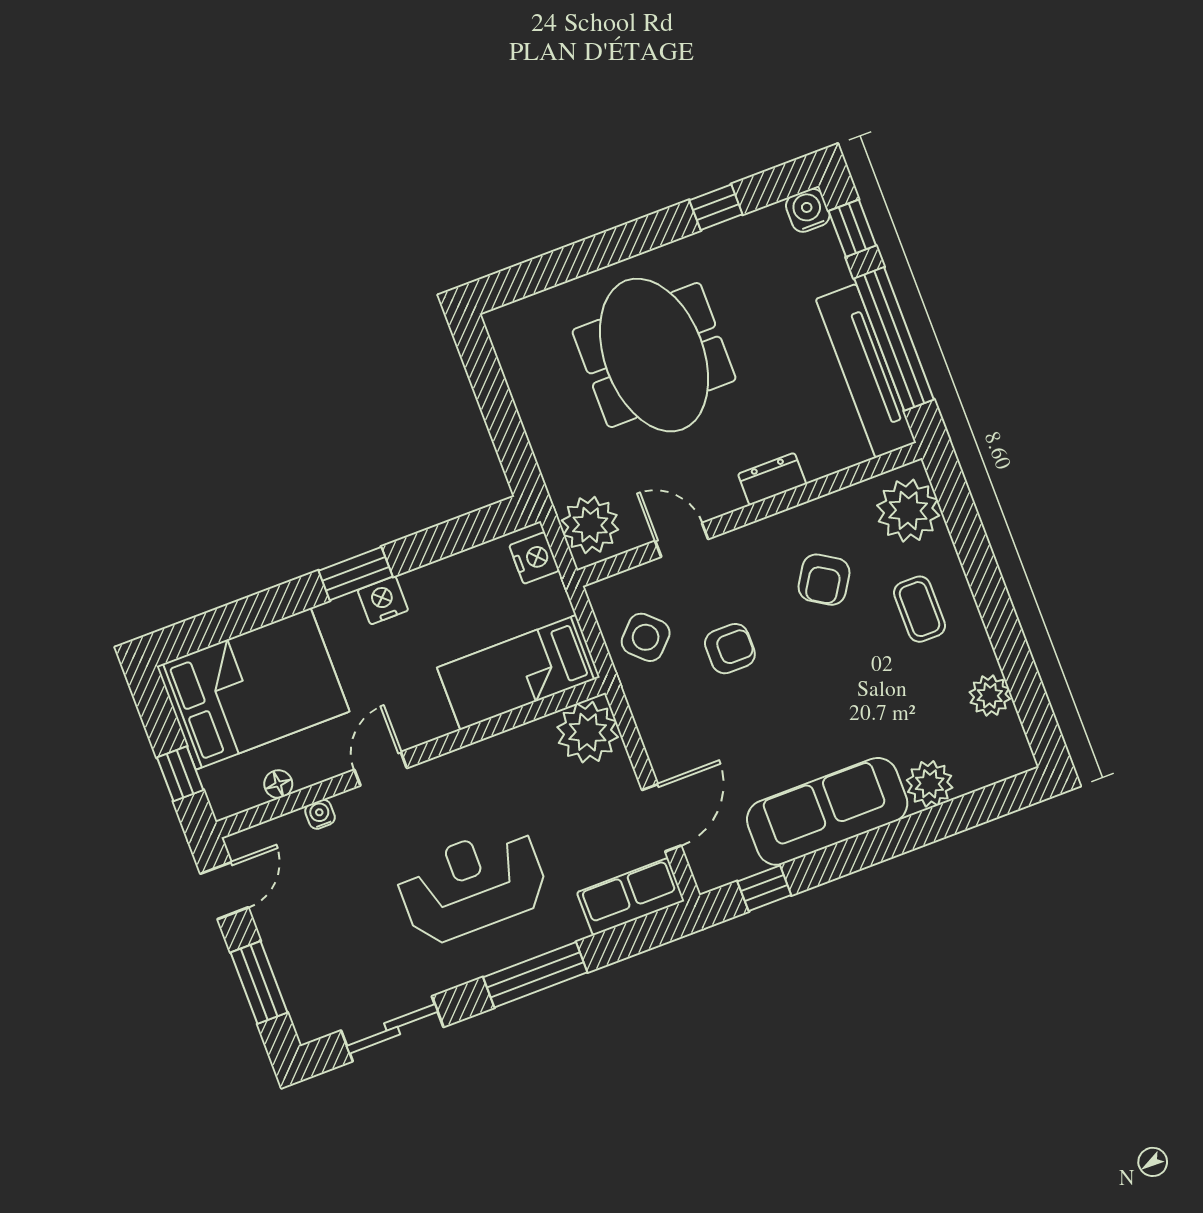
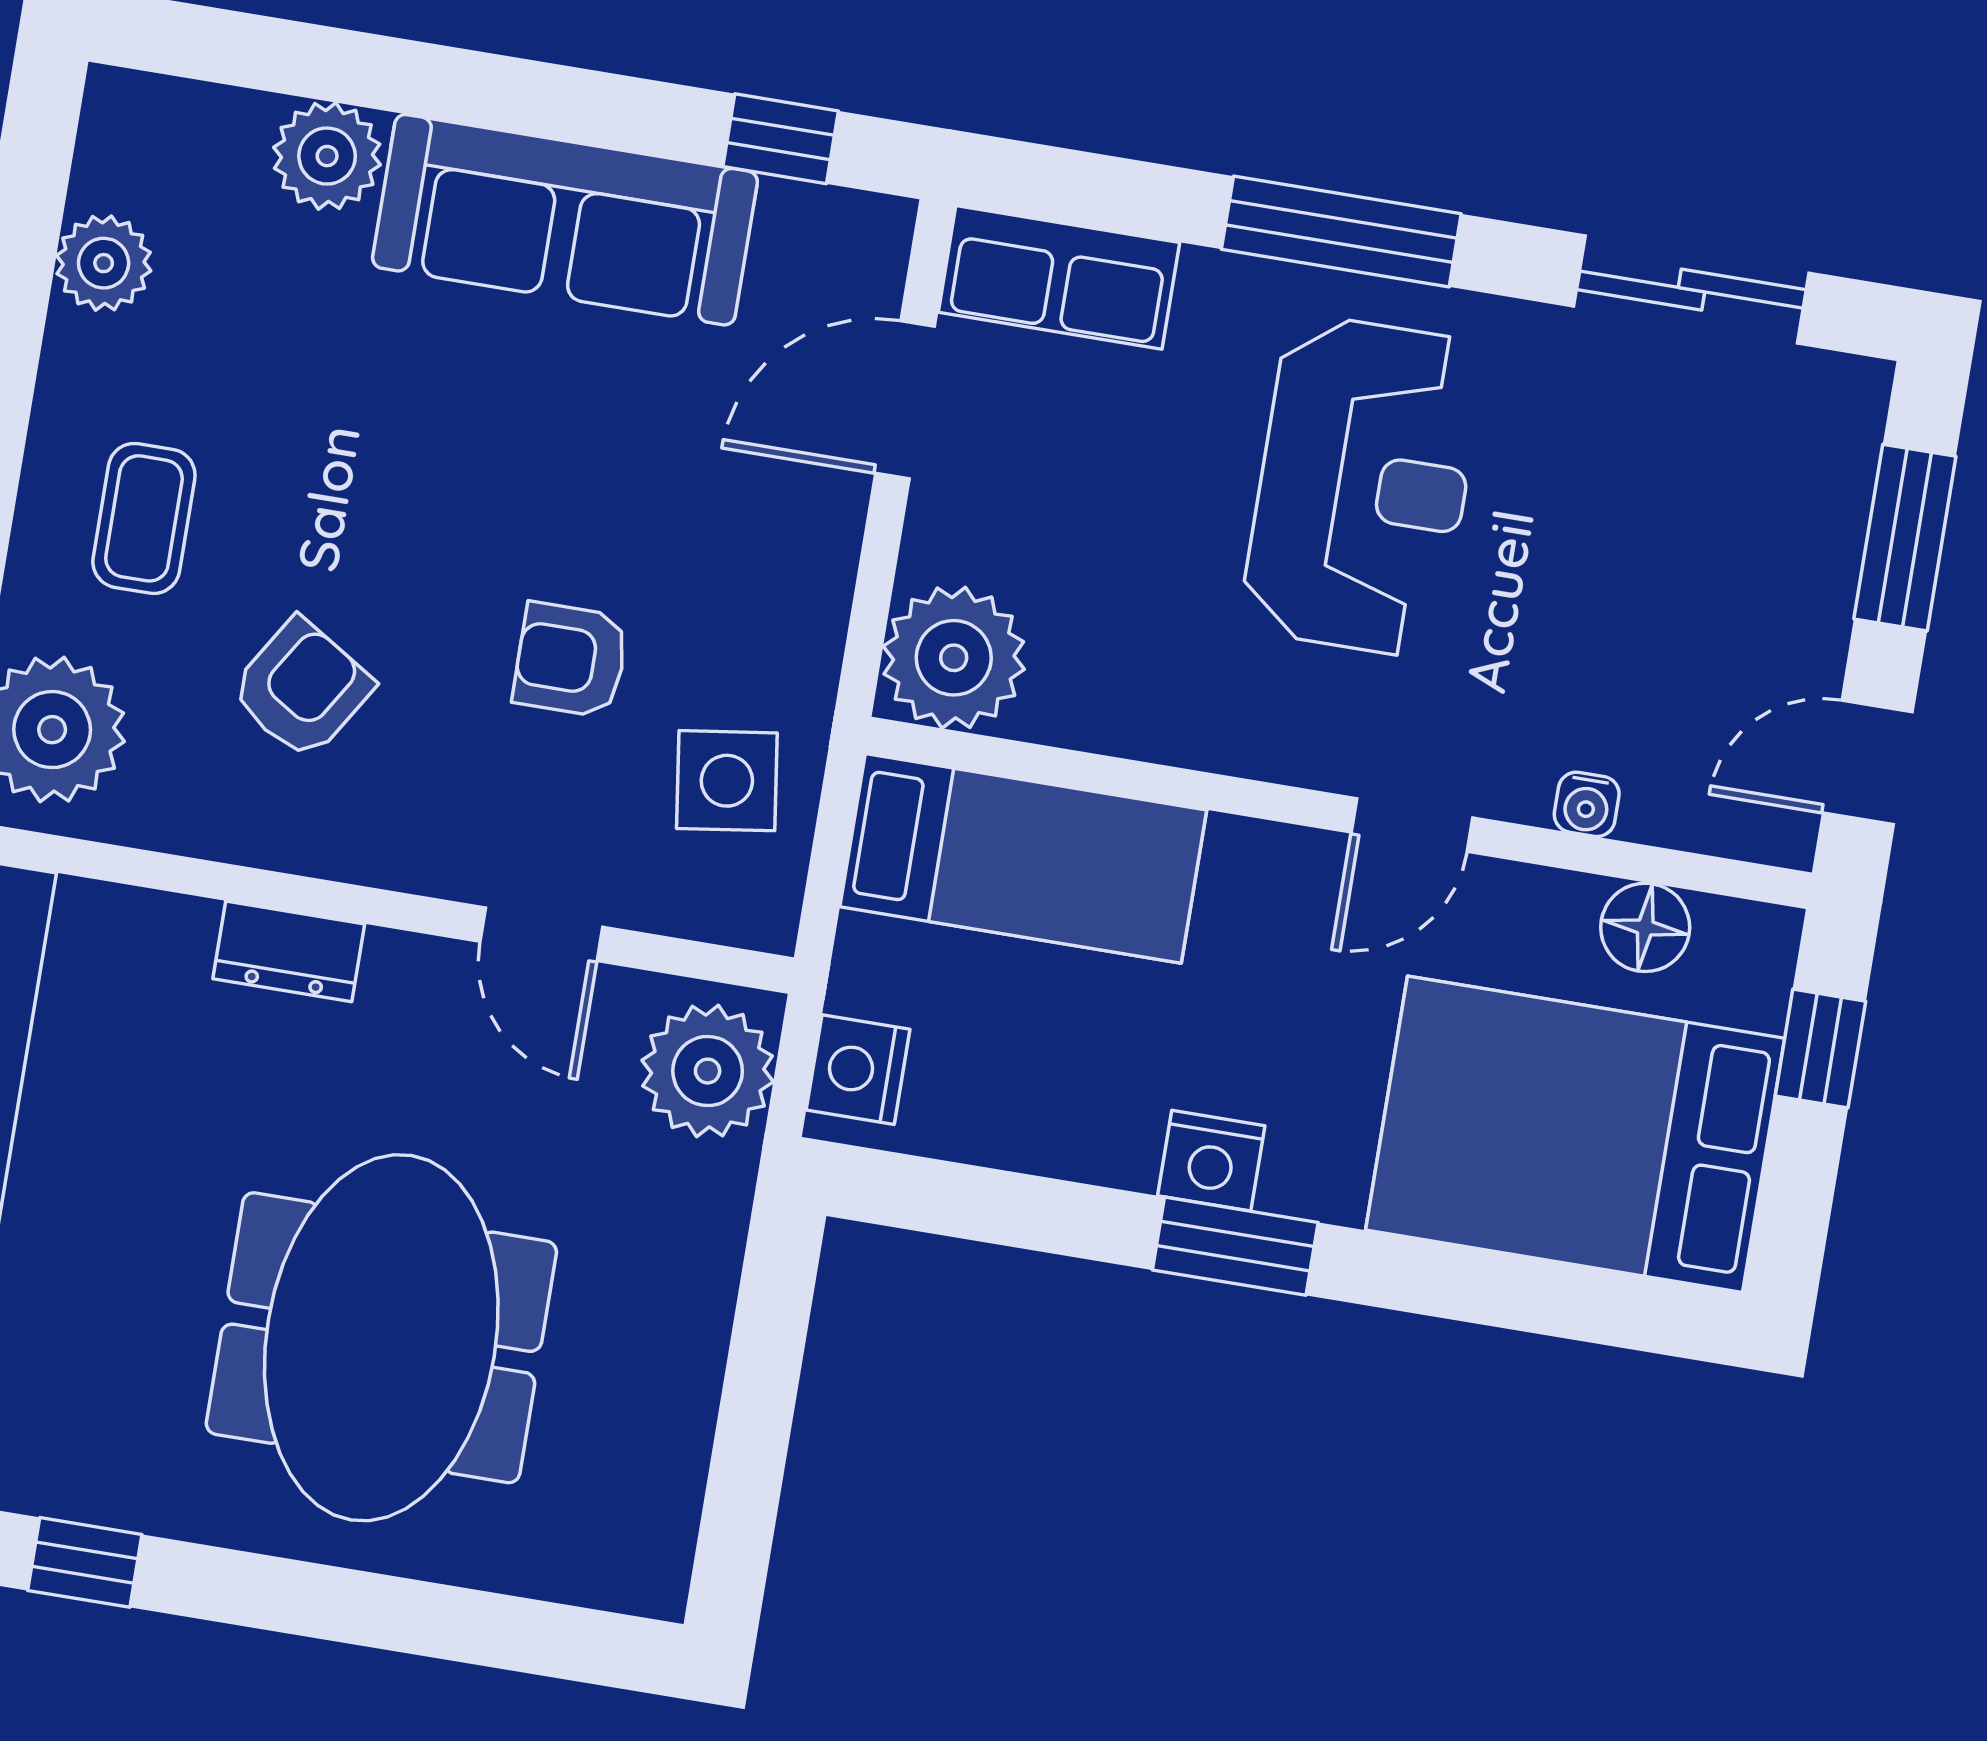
side table: (646, 637) -> (727, 781), turned 38
floor lamp: (278, 784) -> (1645, 927), width x1.37, depth x1.37
reception desk: (472, 885) -> (1363, 486), turned -90

